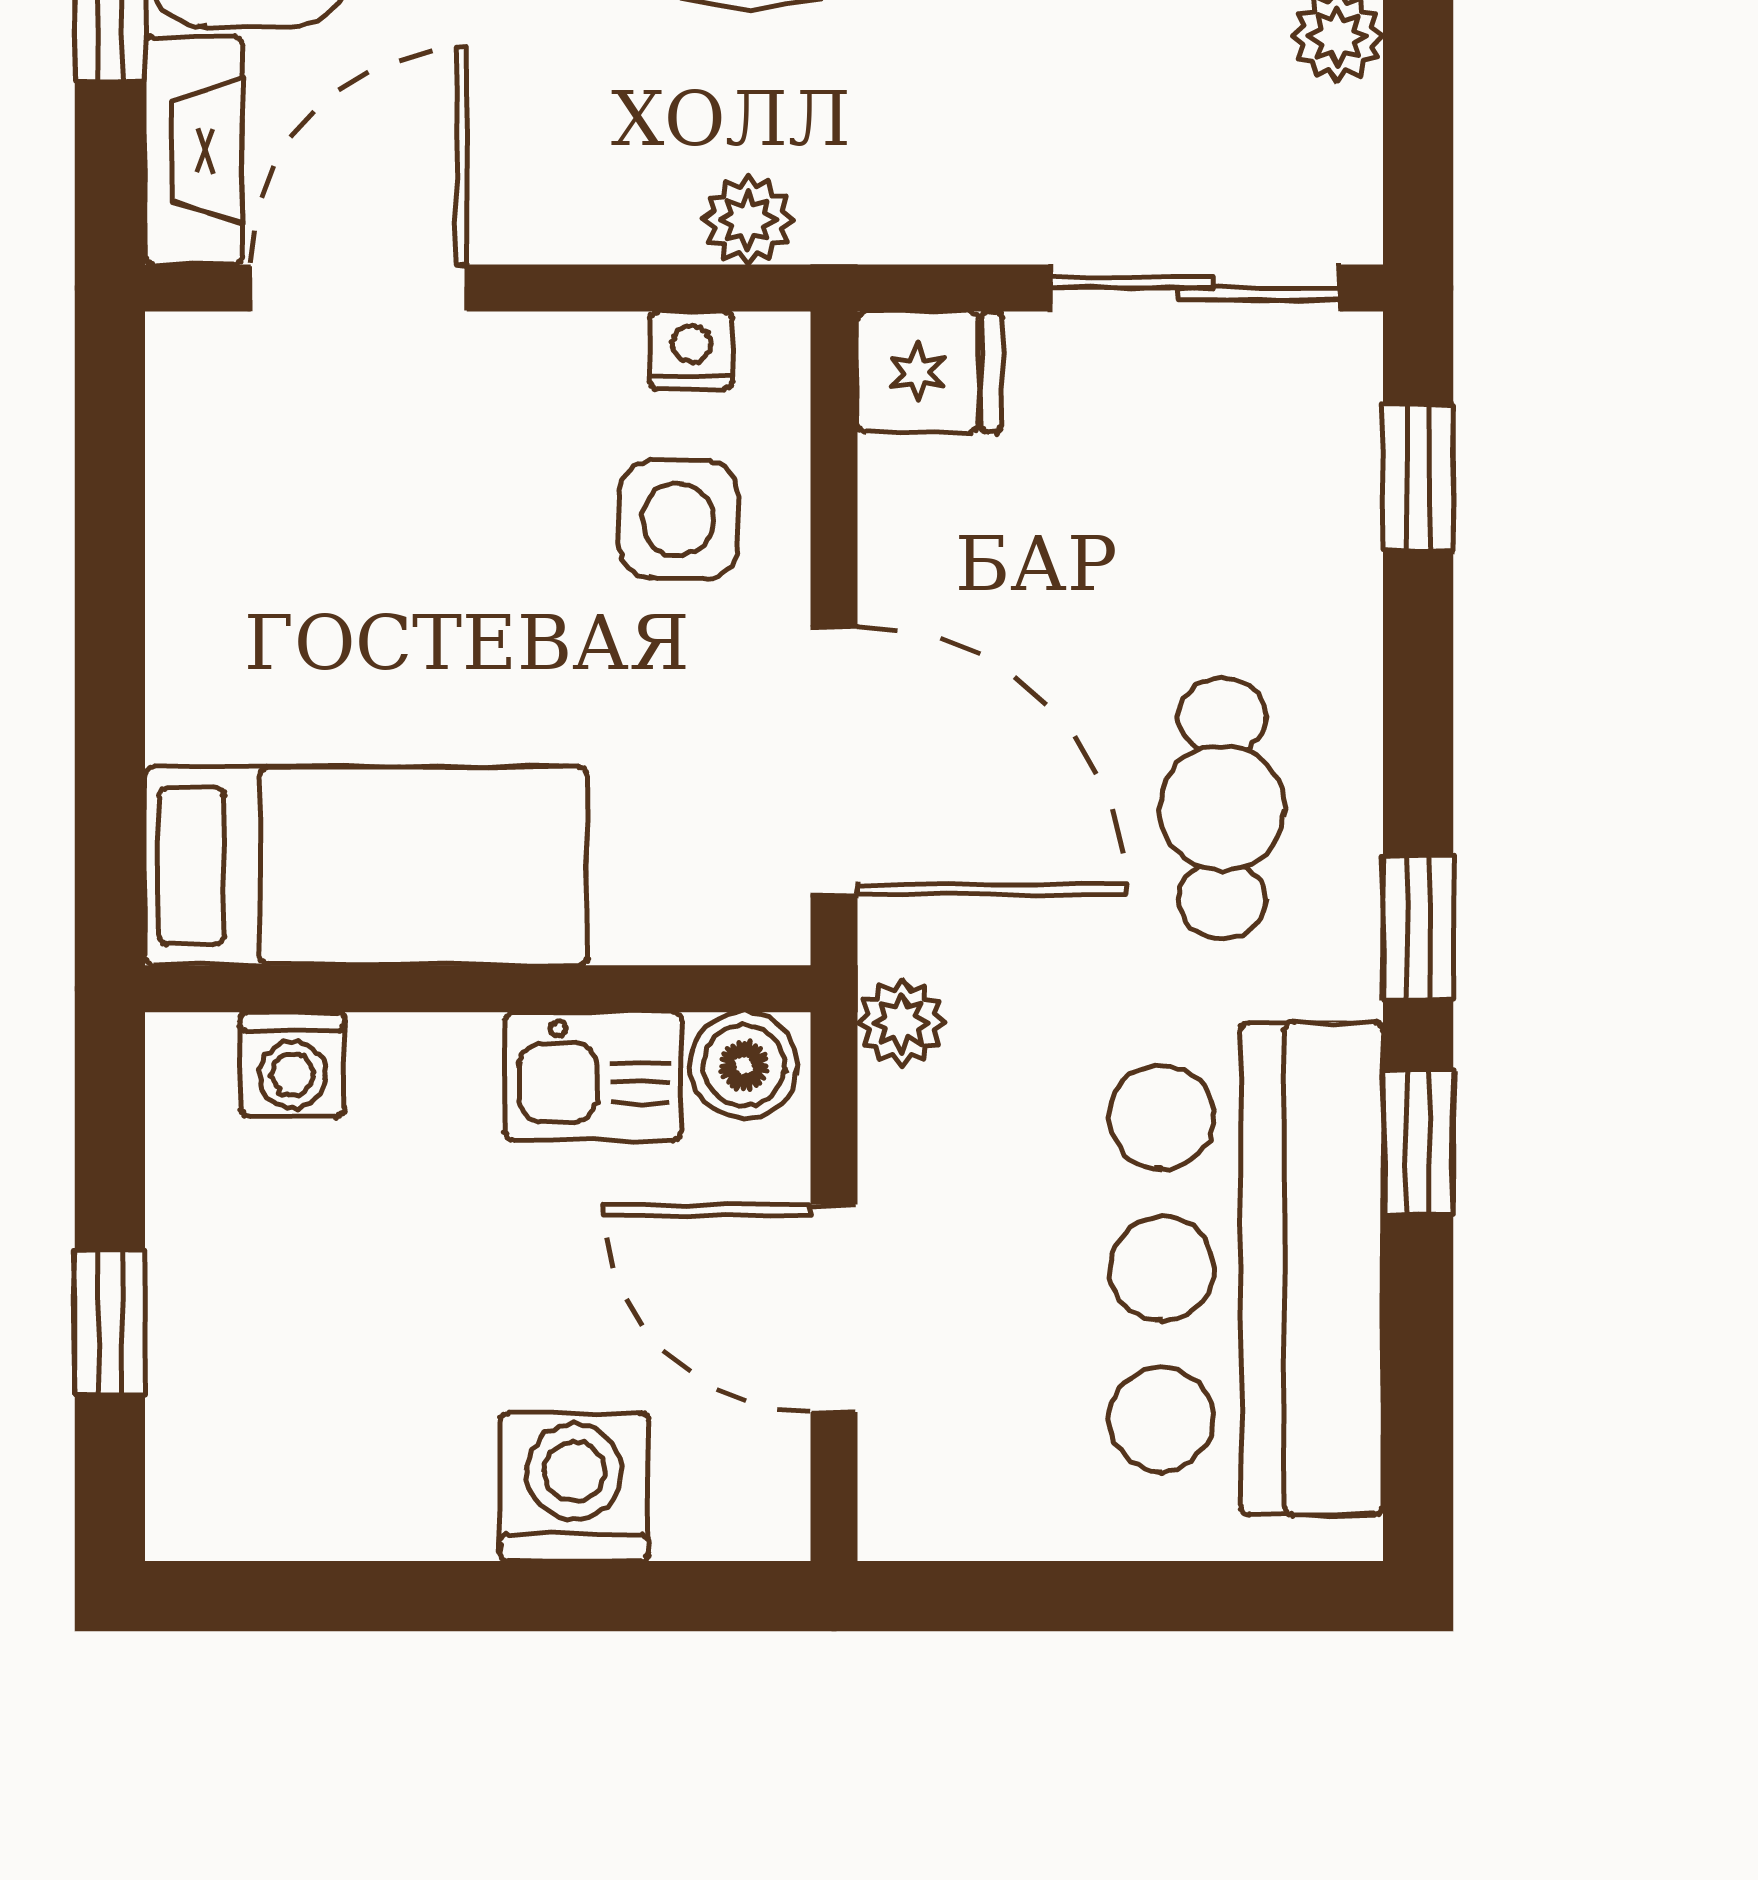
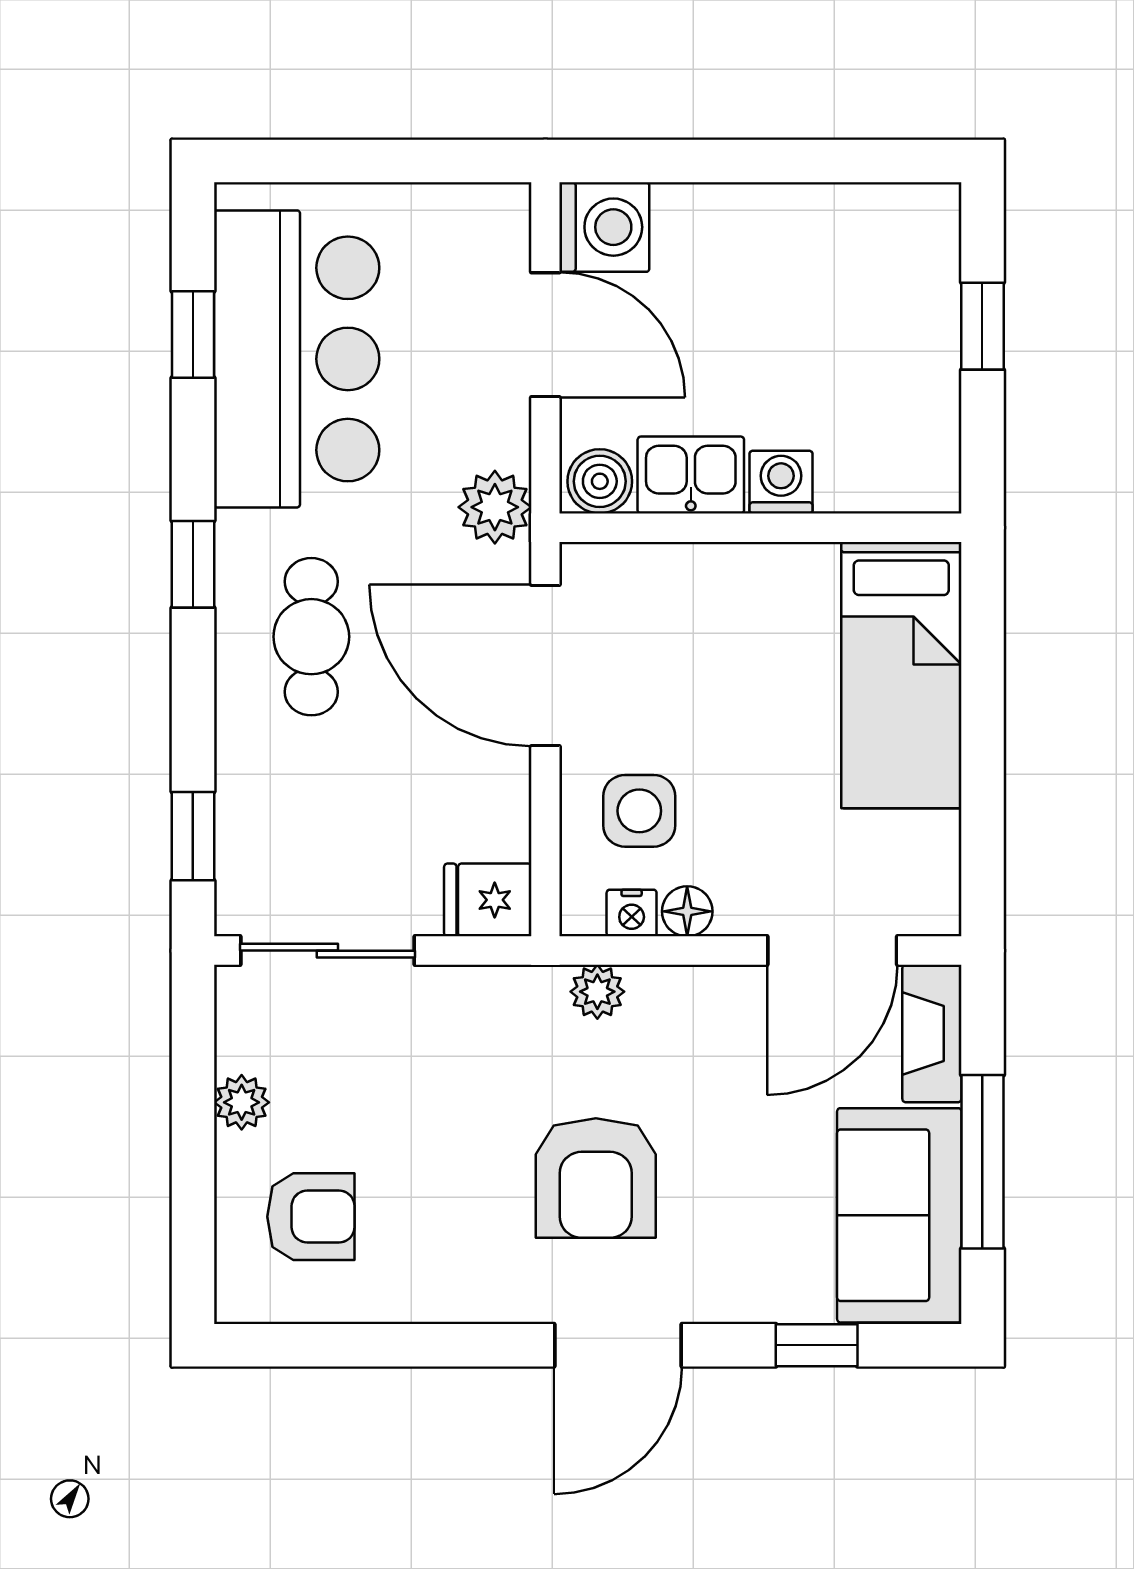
floor lamp: (599, 353) -> (687, 911), added
bed: (366, 866) -> (901, 675), moved, turned -90
plant: (901, 1023) -> (495, 507), width x1.38, depth x1.38
washing machine: (292, 1064) -> (781, 482), moved
window: (1418, 1142) -> (193, 334), moved
washing machine: (574, 1487) -> (604, 227), moved, turned -90

